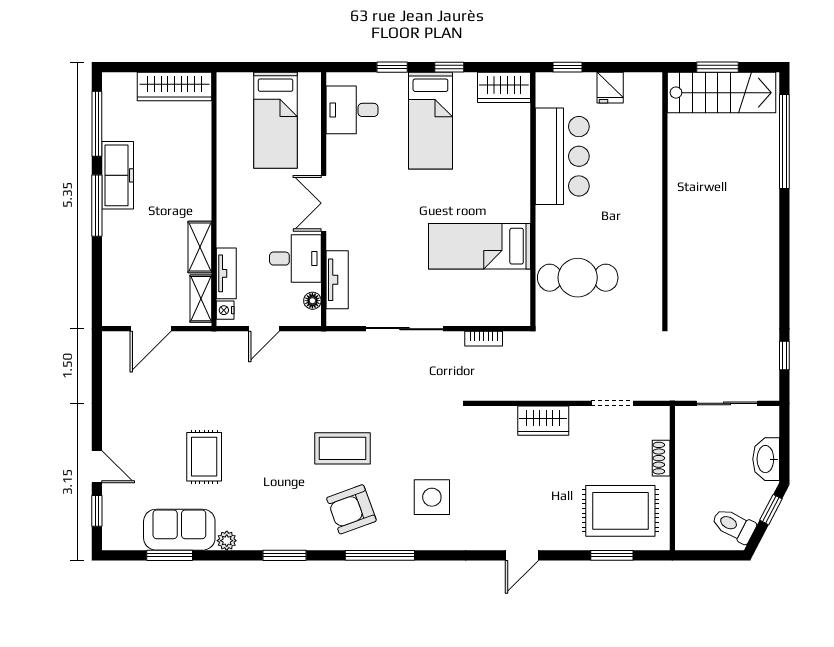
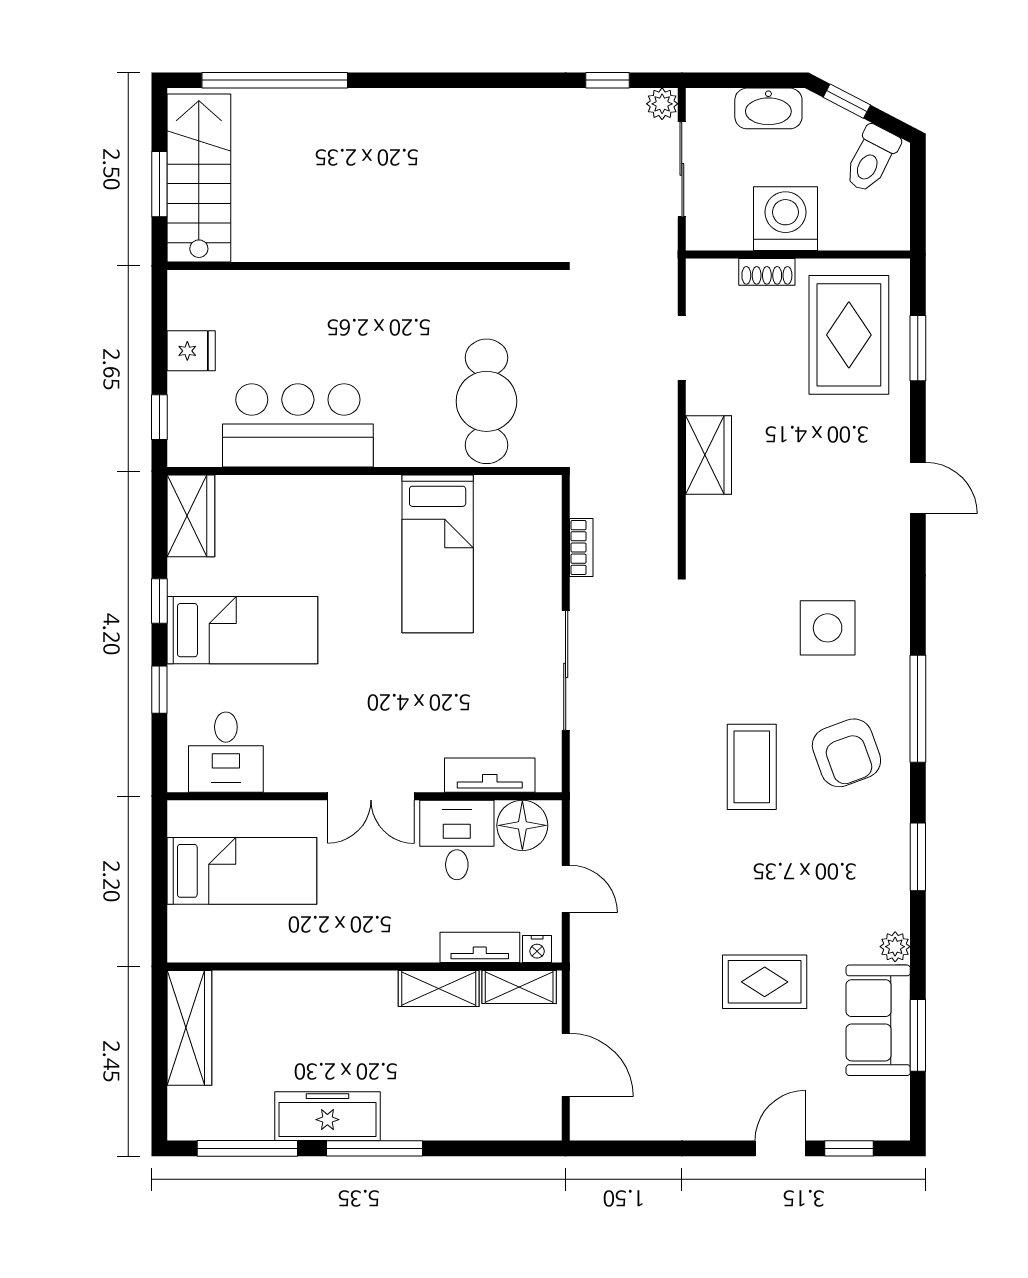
floor lamp: (312, 301) -> (522, 825), width x1.89, depth x1.89
plant: (769, 391) -> (662, 104), added
washing machine: (695, 470) -> (785, 219), added

